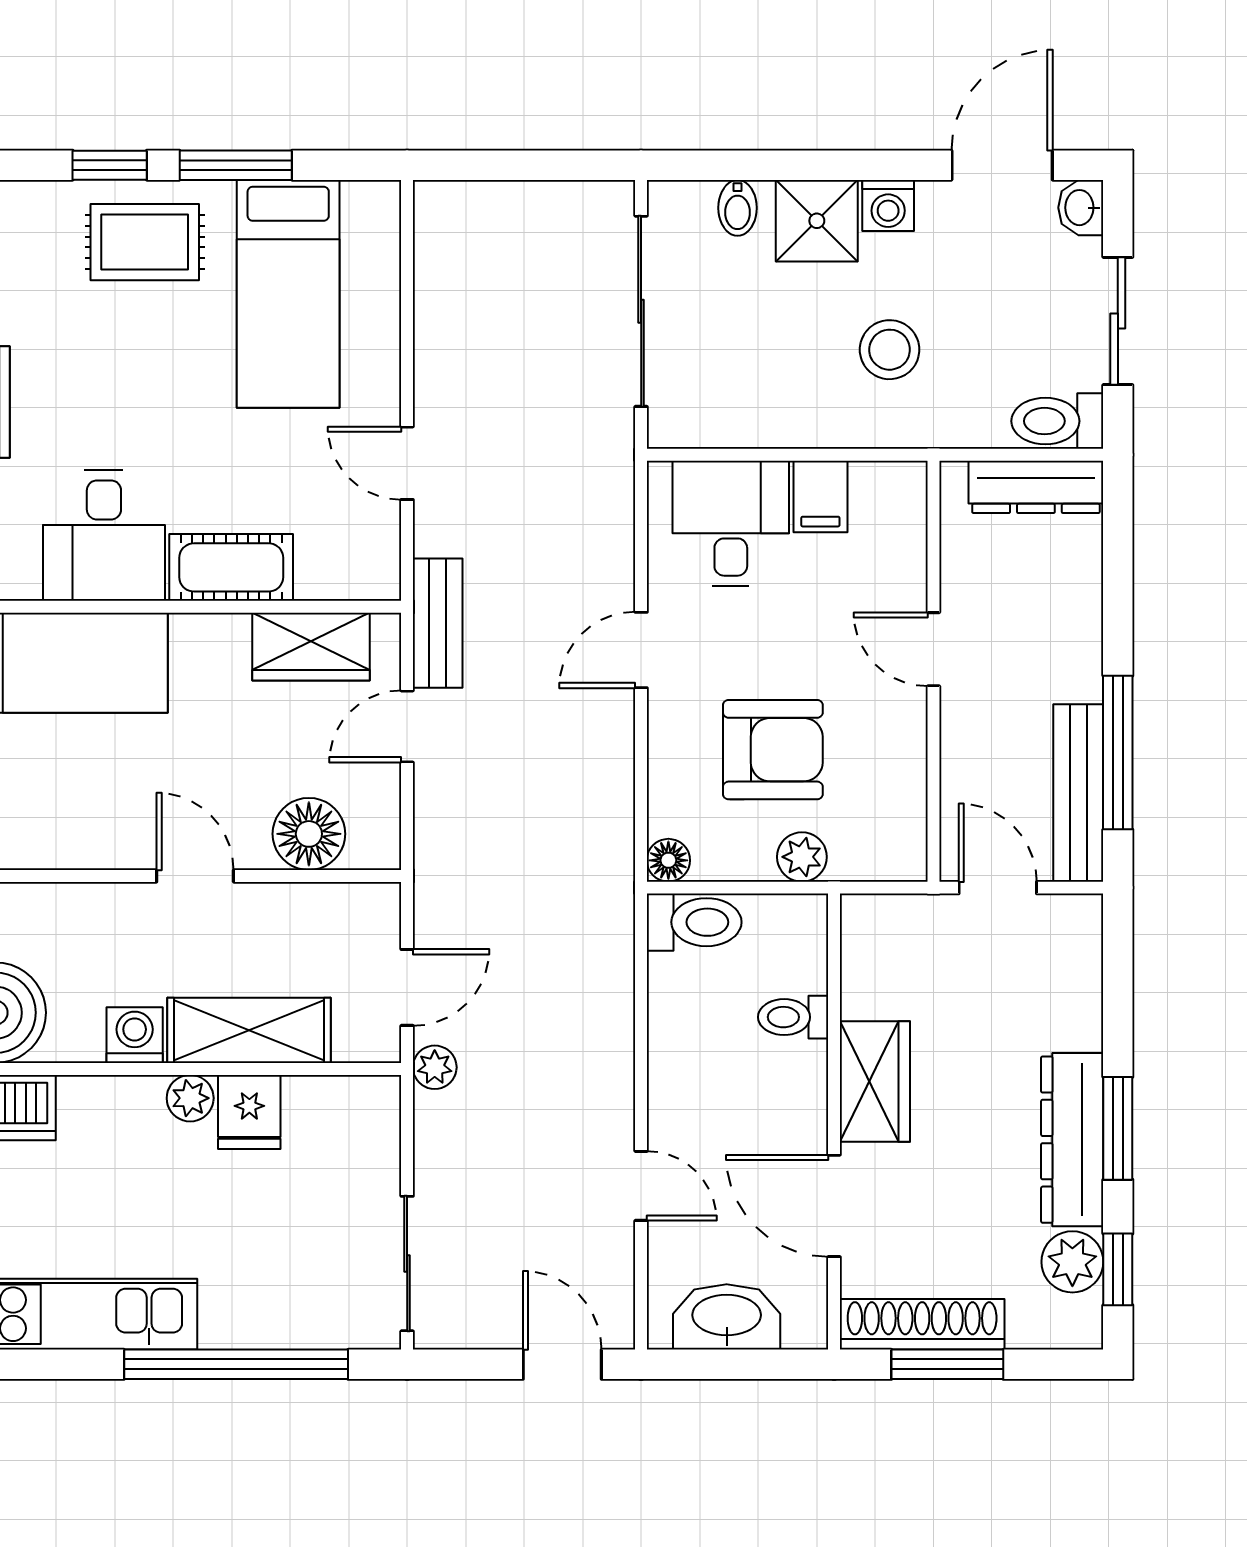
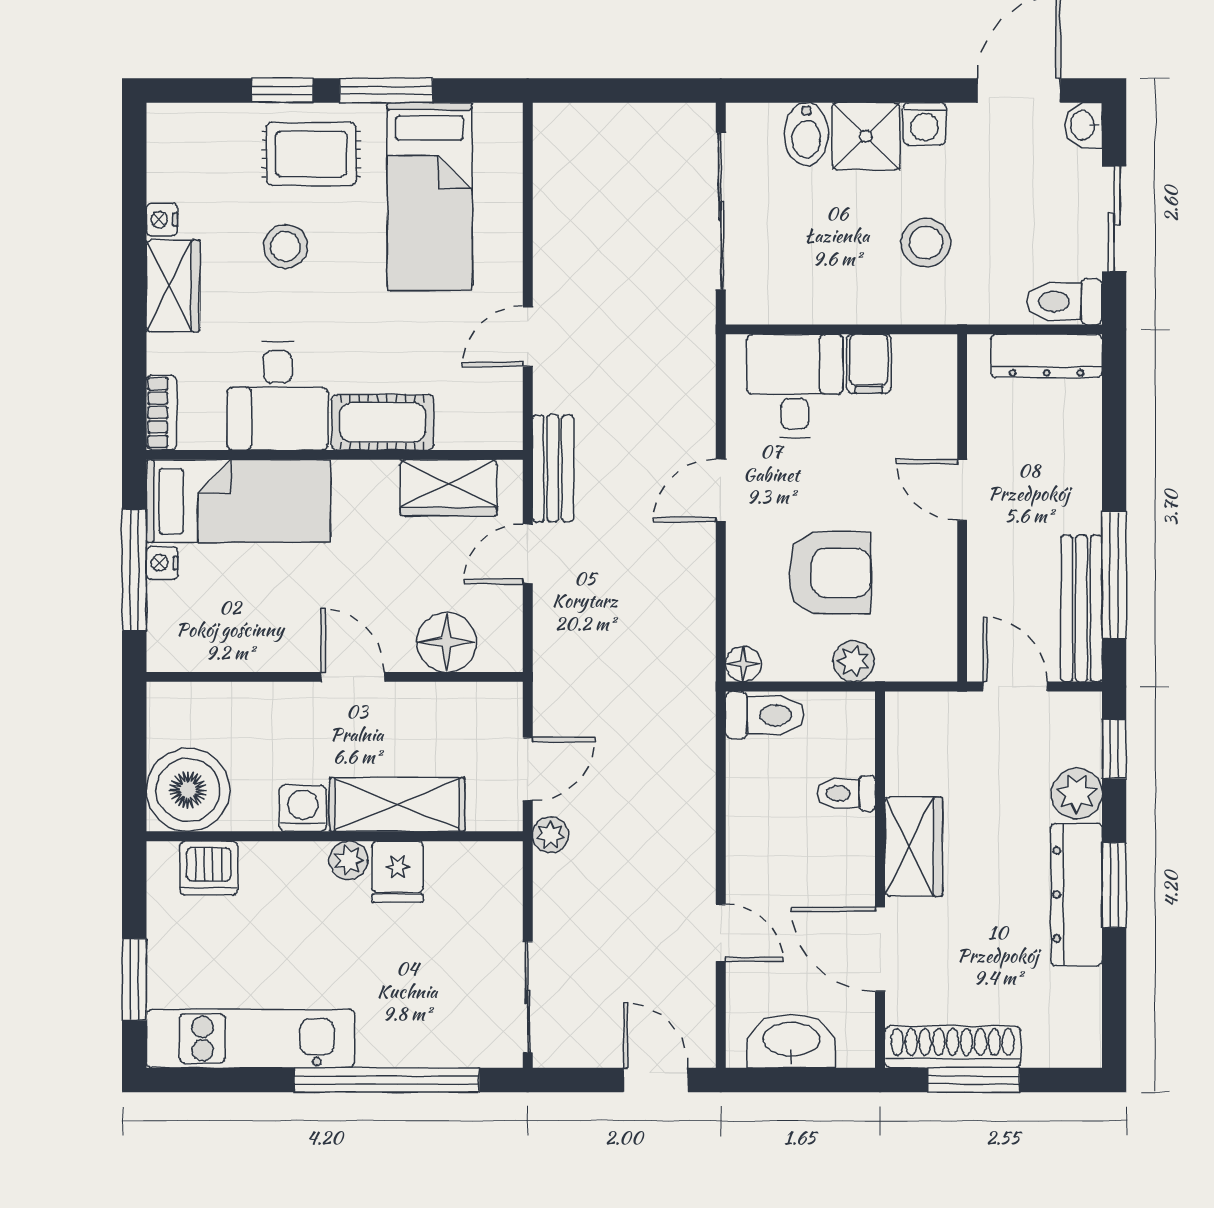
bidet: (738, 208) -> (806, 134), width x1.38, depth x1.36
stool: (113, 354) -> (285, 246), added
door: (407, 463) -> (528, 336), hinge flipped
plant: (1072, 1262) -> (1077, 794), moved
window: (1118, 1269) -> (1114, 749), moved

